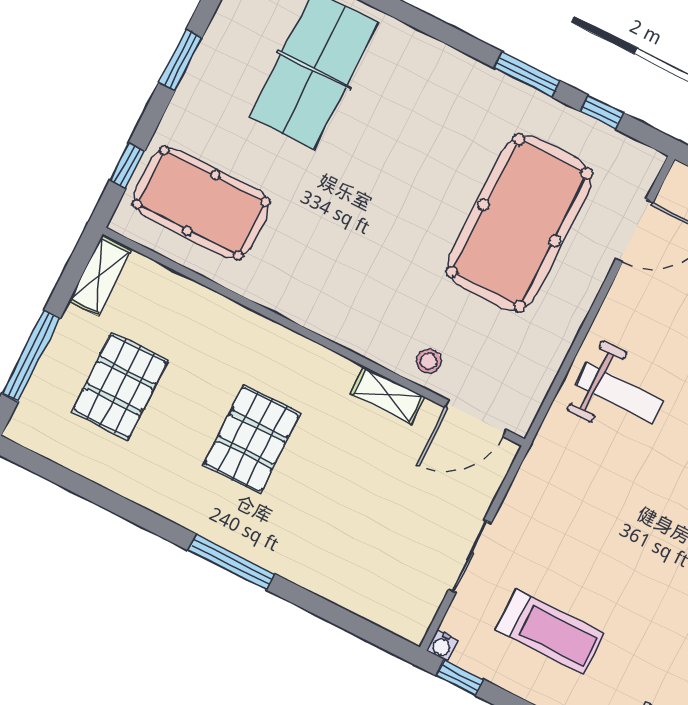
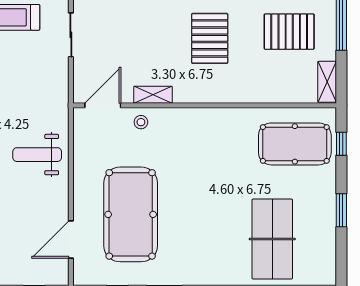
pallet: (120, 386) -> (289, 32), turned 90

